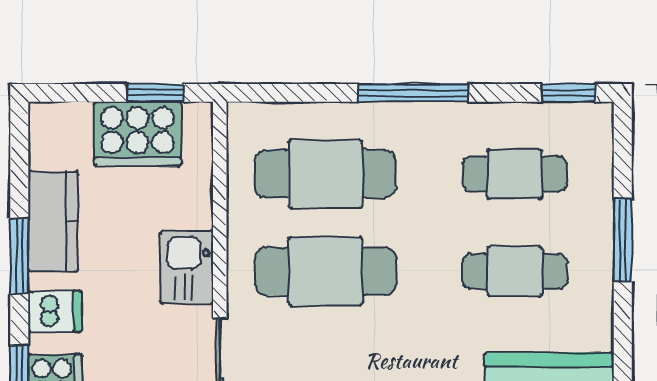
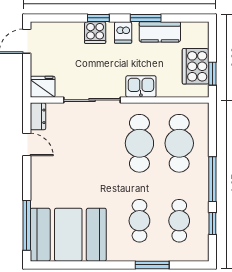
window: (568, 93) -> (212, 223), moved

